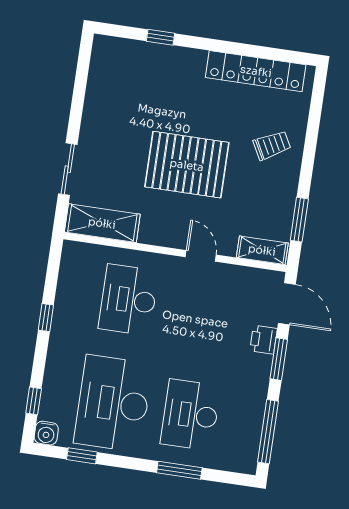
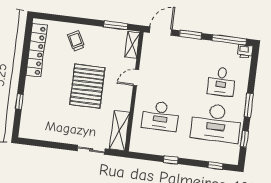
printer: (263, 340) -> (245, 51), moved
desk: (190, 415) -> (221, 81), width x0.73
water cooler: (46, 433) -> (233, 158), removed
window: (179, 470) -> (249, 105), moved

